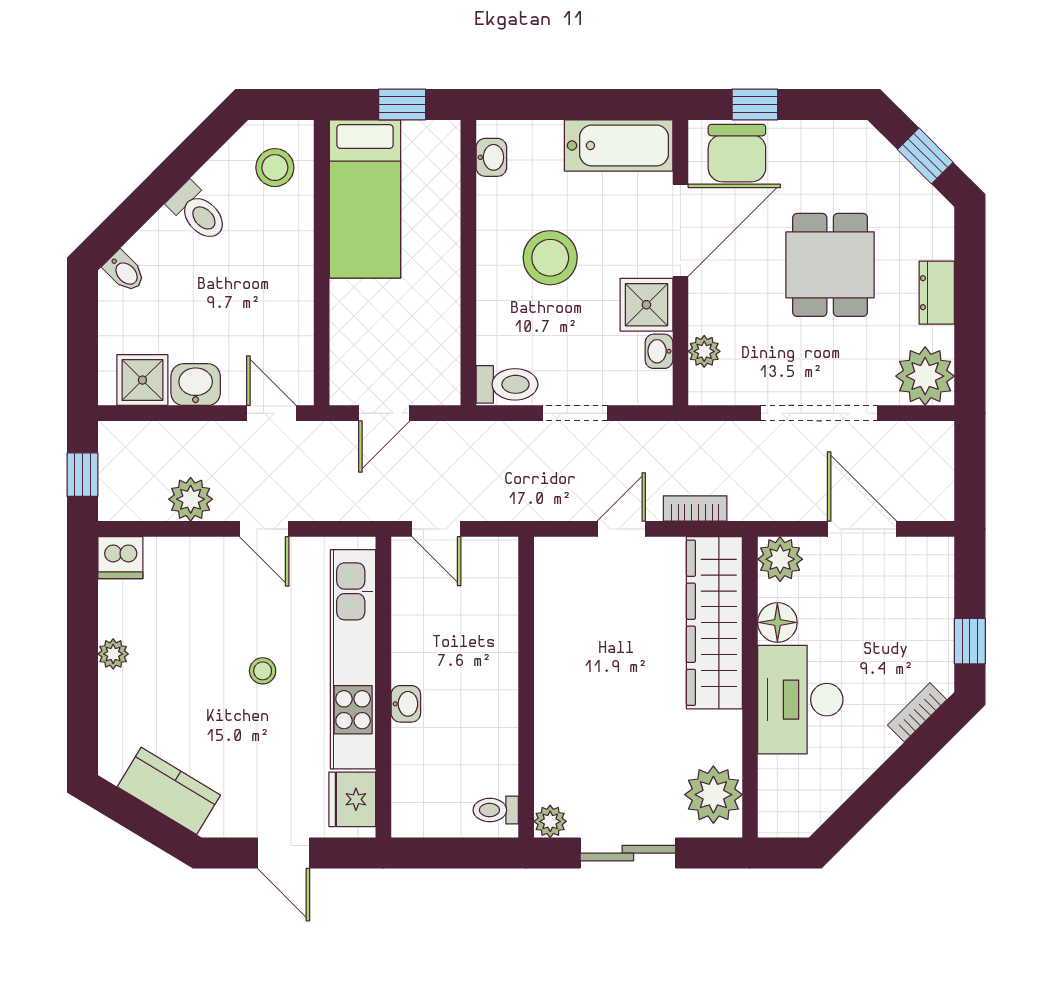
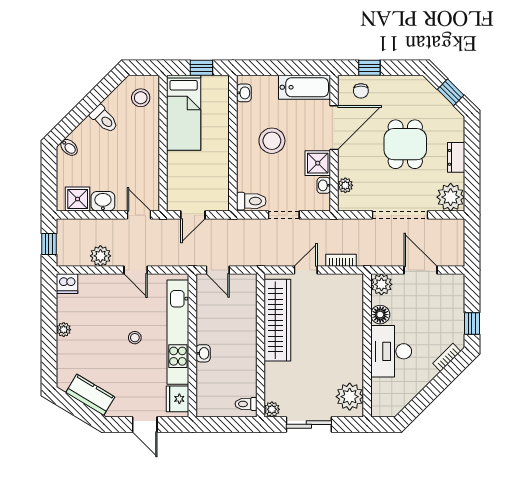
chair: (737, 153) -> (361, 91), width x0.54, depth x0.54
wardrobe: (714, 623) -> (277, 320), moved, turned 180

